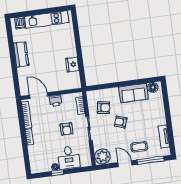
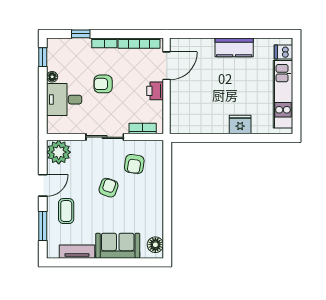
fridge: (72, 65) -> (240, 125), moved
sofa: (133, 93) -> (118, 246), moved, turned 90
armchair: (67, 129) -> (103, 84), moved
window: (26, 153) -> (81, 34), added
window: (151, 160) -> (43, 226), width x0.69
window: (57, 173) -> (43, 57), moved

